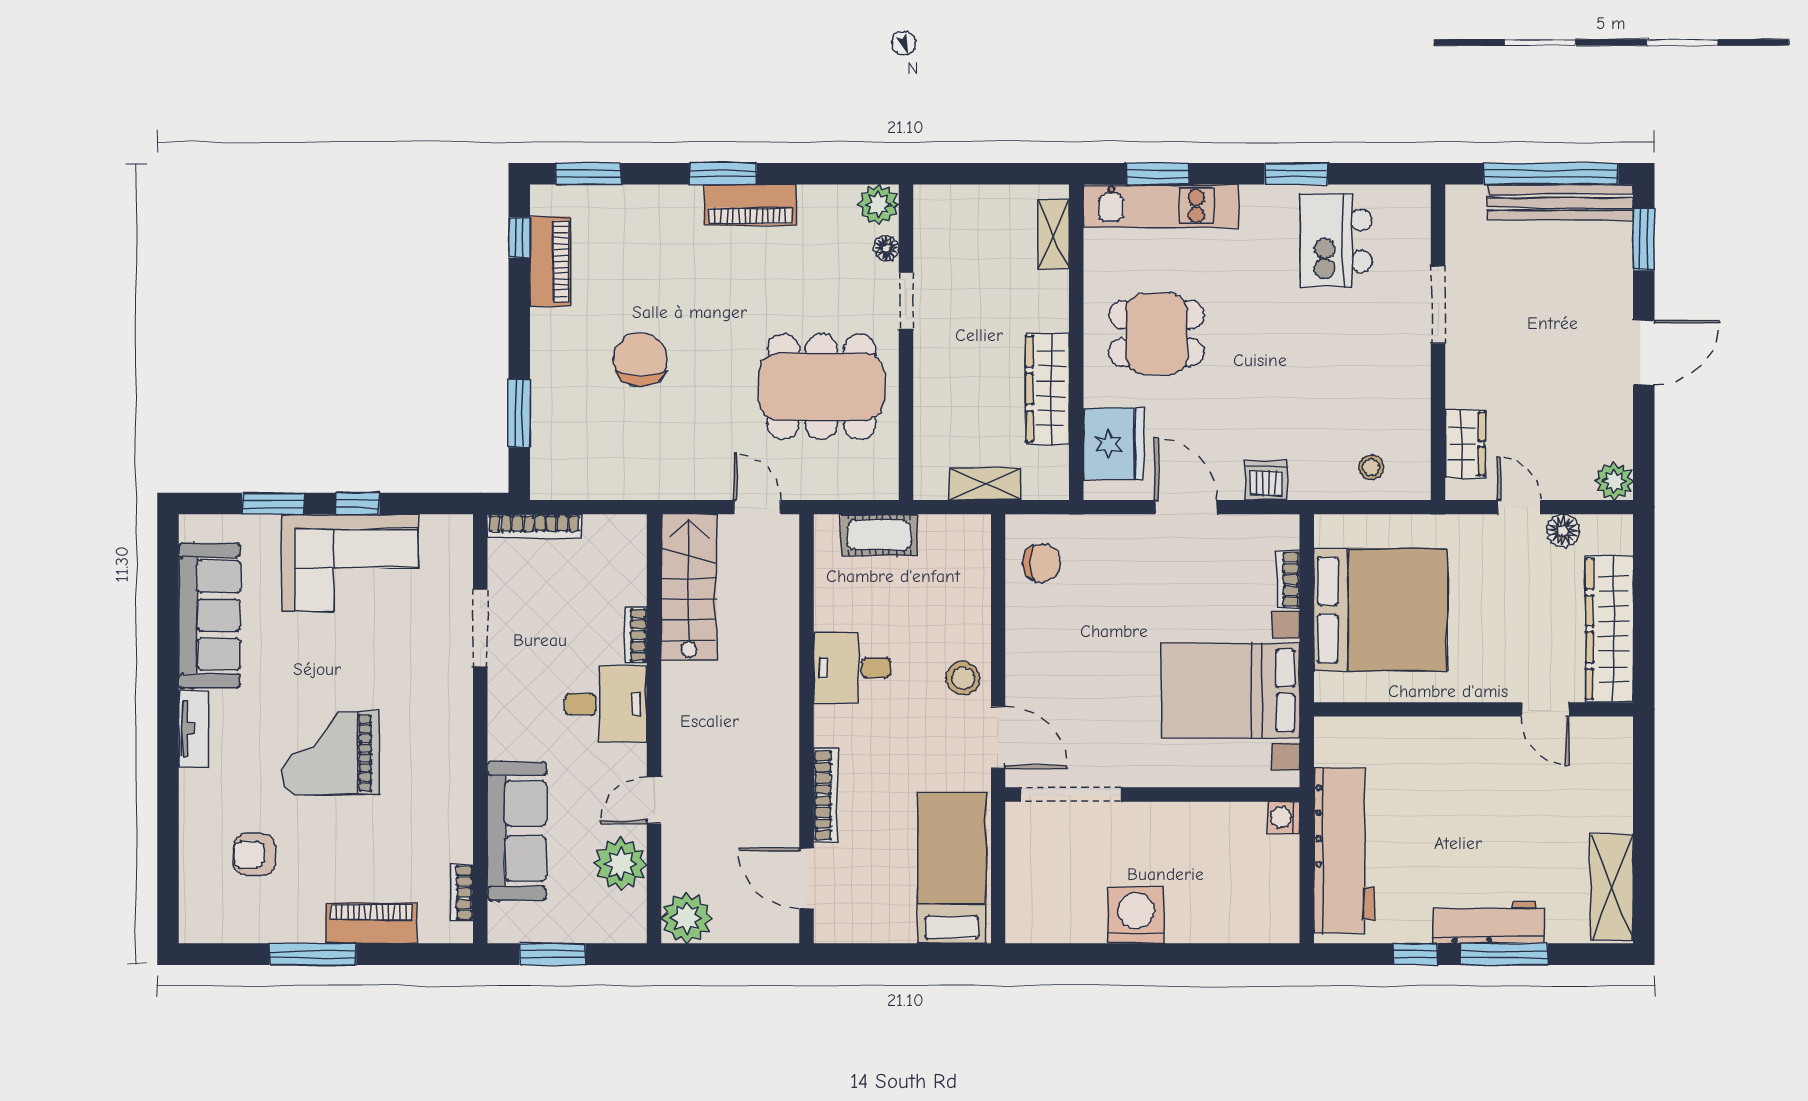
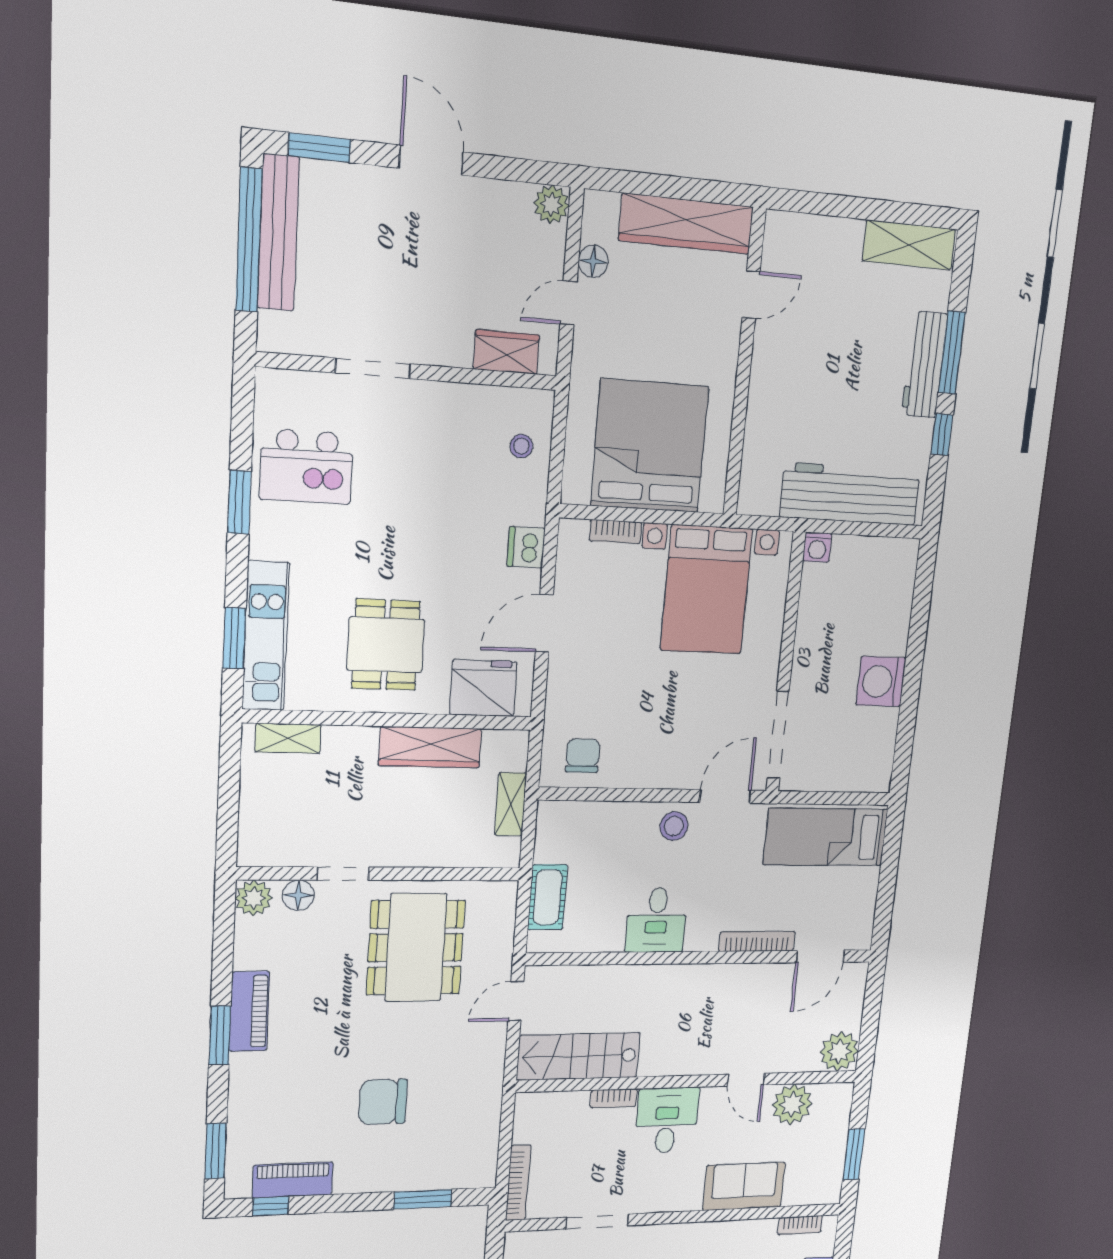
floor lamp: (886, 248) -> (298, 895), width x1.37, depth x1.37
sofa: (517, 831) -> (744, 1186), width x0.73

